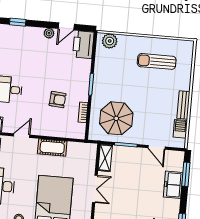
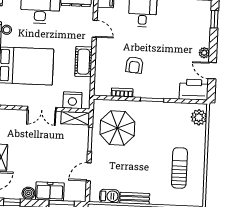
nightstand: (88, 160) -> (72, 100), added
boiler: (174, 205) -> (28, 193), added

